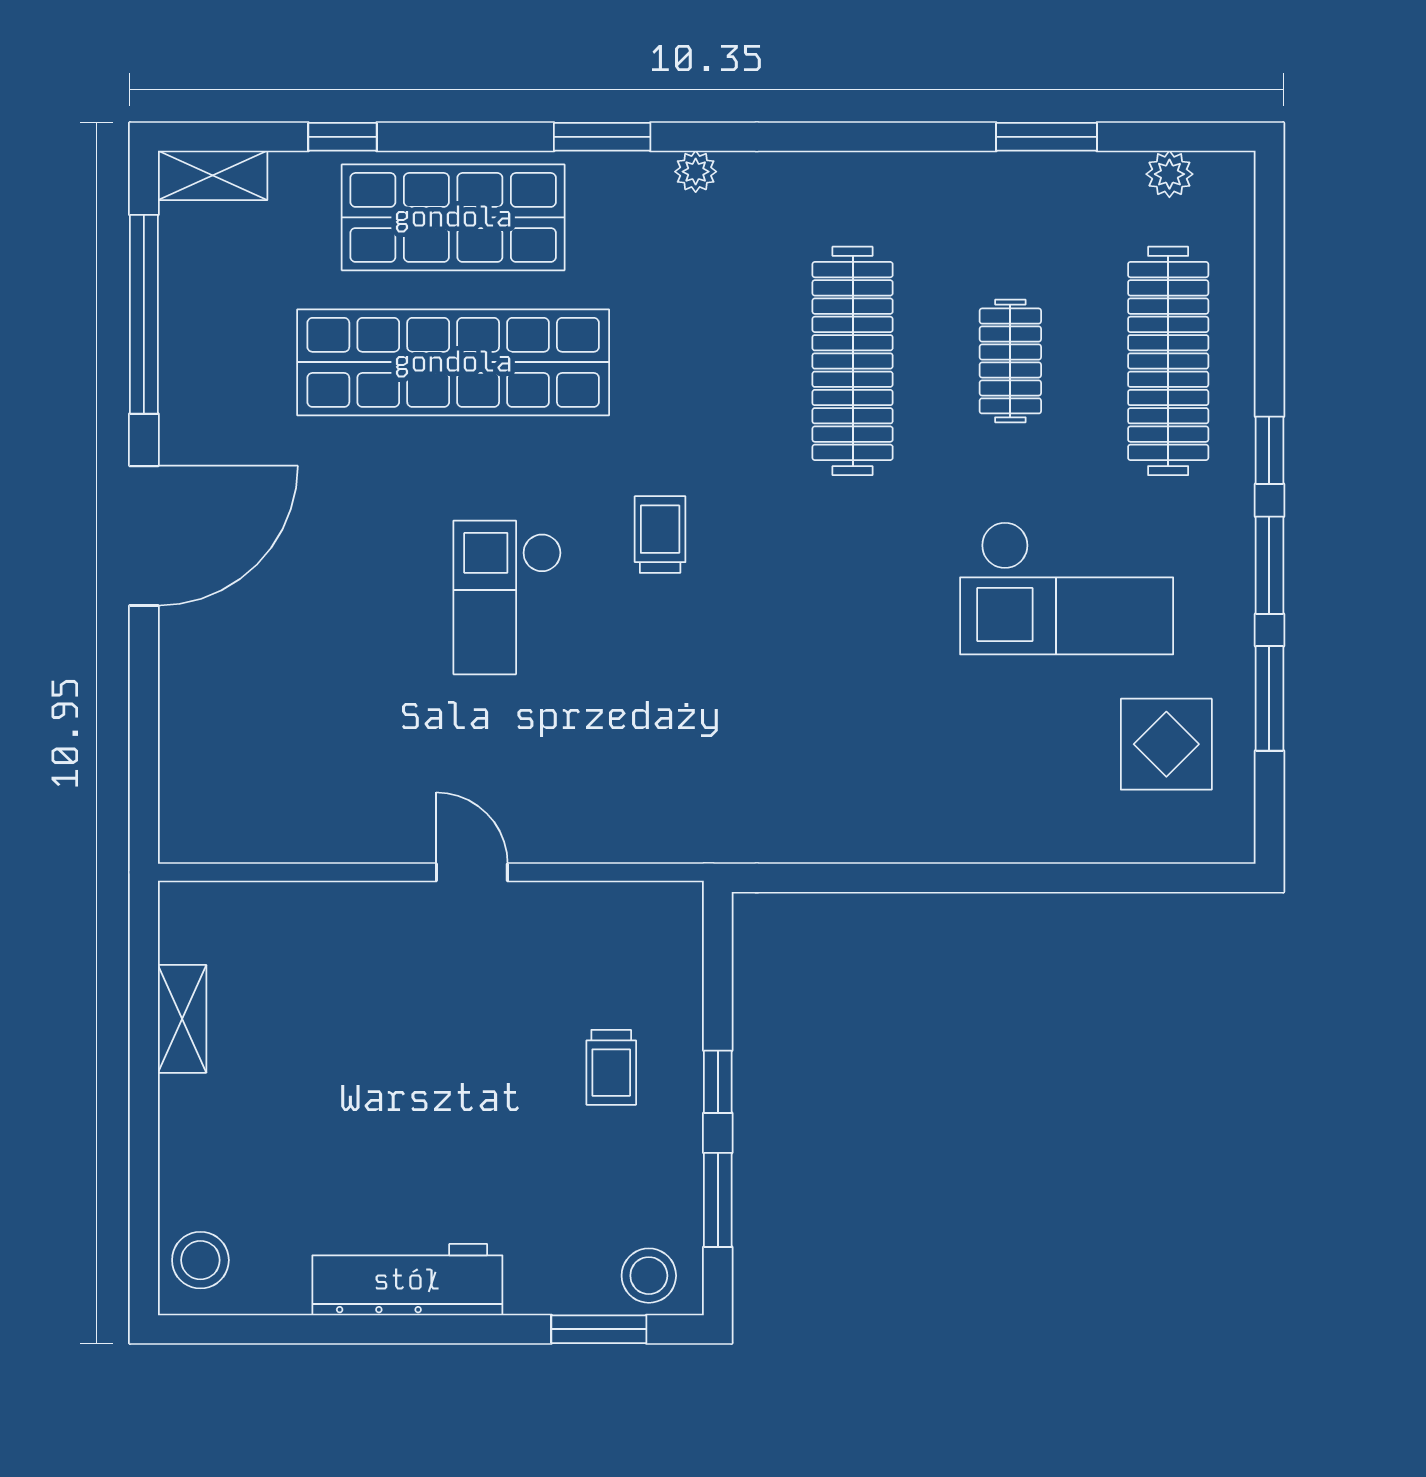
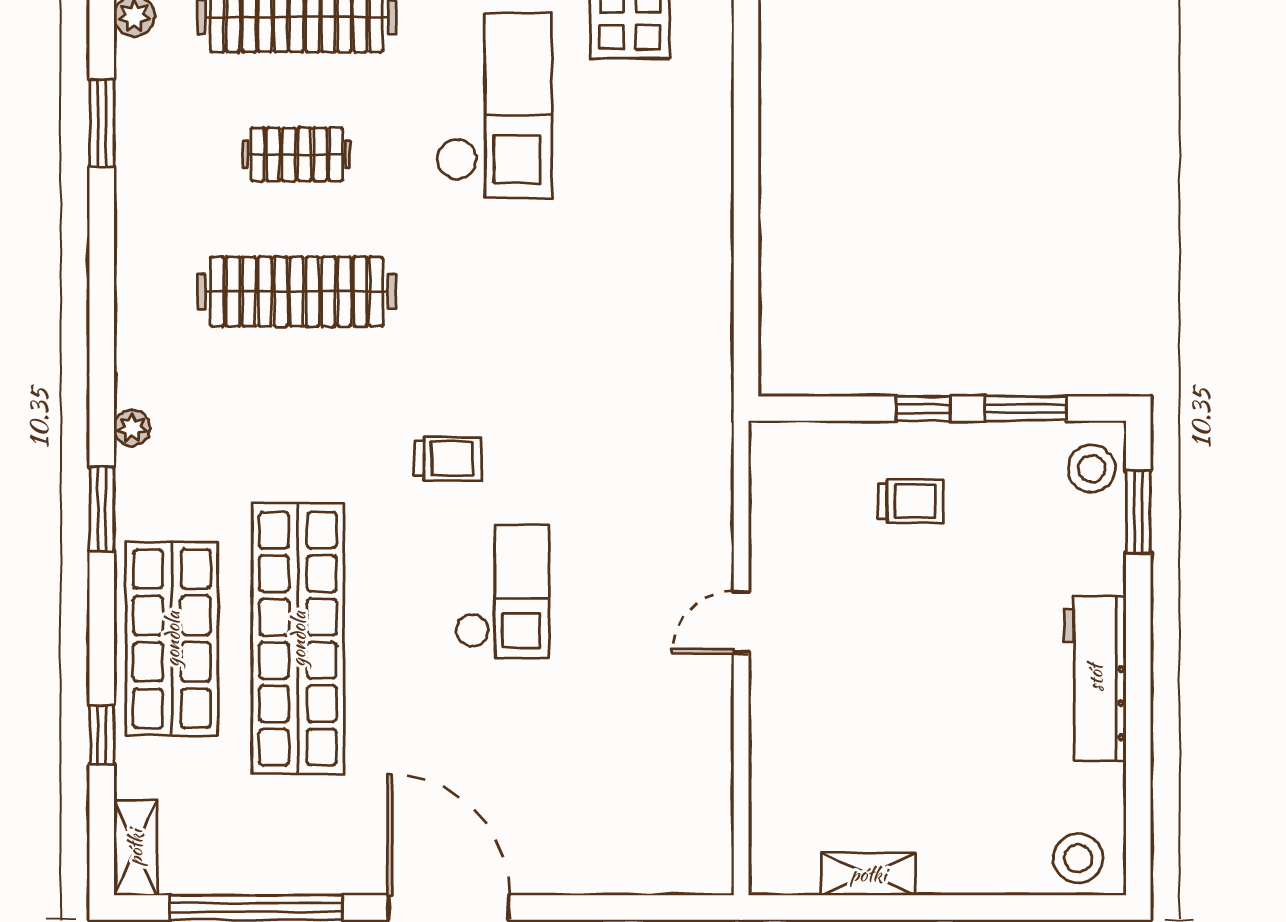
trolley: (660, 535) -> (448, 459), turned 180
checkout: (507, 597) -> (502, 592), turned -90

